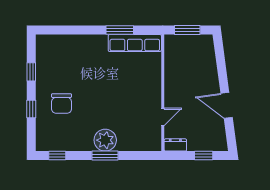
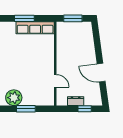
door: (163, 117) -> (55, 81), hinge flipped
dresser: (175, 145) -> (76, 101), moved
window: (105, 156) -> (26, 109), moved

